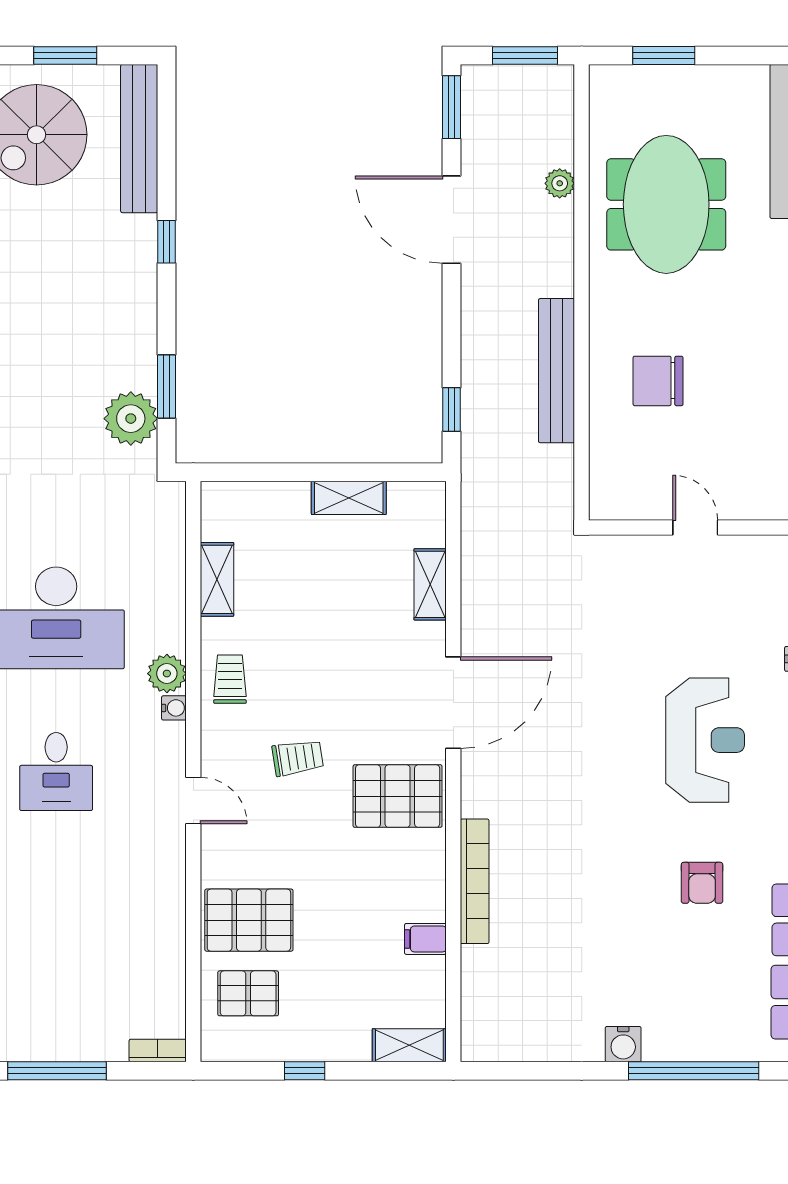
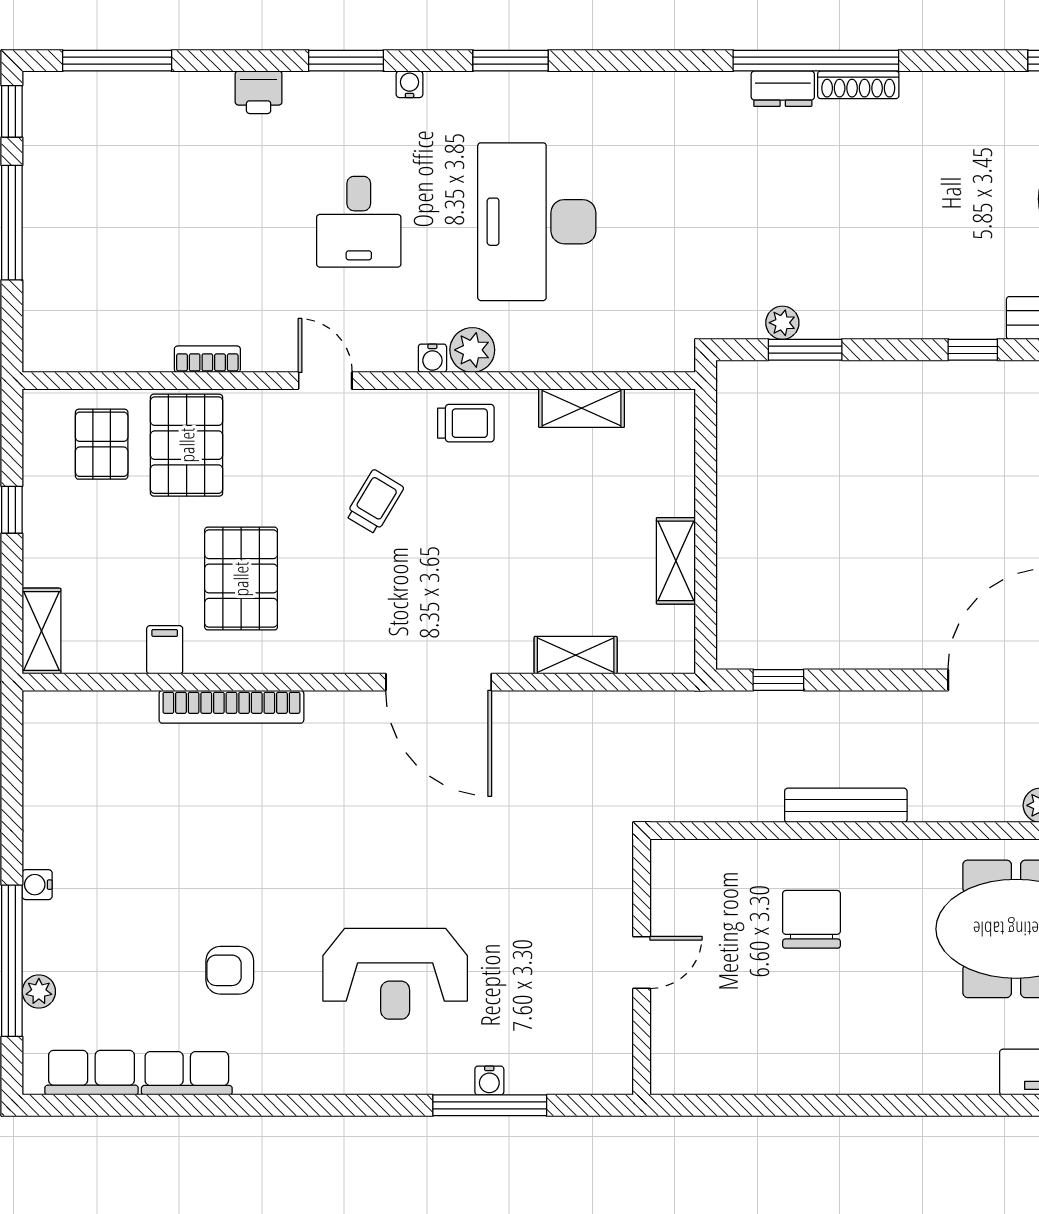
bench: (557, 371) -> (846, 805), width x0.73, depth x0.82
plant: (131, 419) -> (782, 323), width x0.53, depth x0.53
trolley: (298, 758) -> (375, 502), turned -140
desk: (56, 772) -> (359, 222), turned -90
pallet: (398, 796) -> (241, 579), moved
door: (193, 800) -> (325, 381), swing flipped
water cooler: (623, 1044) -> (37, 885), width x0.72, depth x0.72
plant: (720, 1048) -> (39, 991), added
bookcase: (158, 1050) -> (207, 359), moved, turned -90

